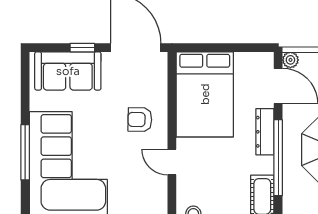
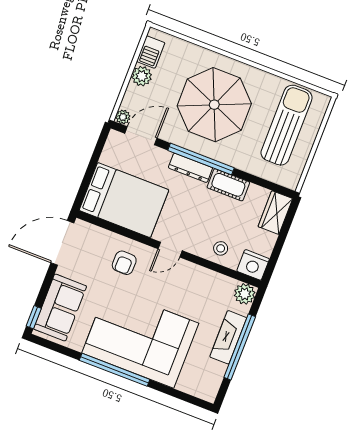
window: (82, 48) -> (34, 317), moved
dresser: (265, 132) -> (190, 168), moved
window: (25, 152) -> (115, 370), width x1.46

